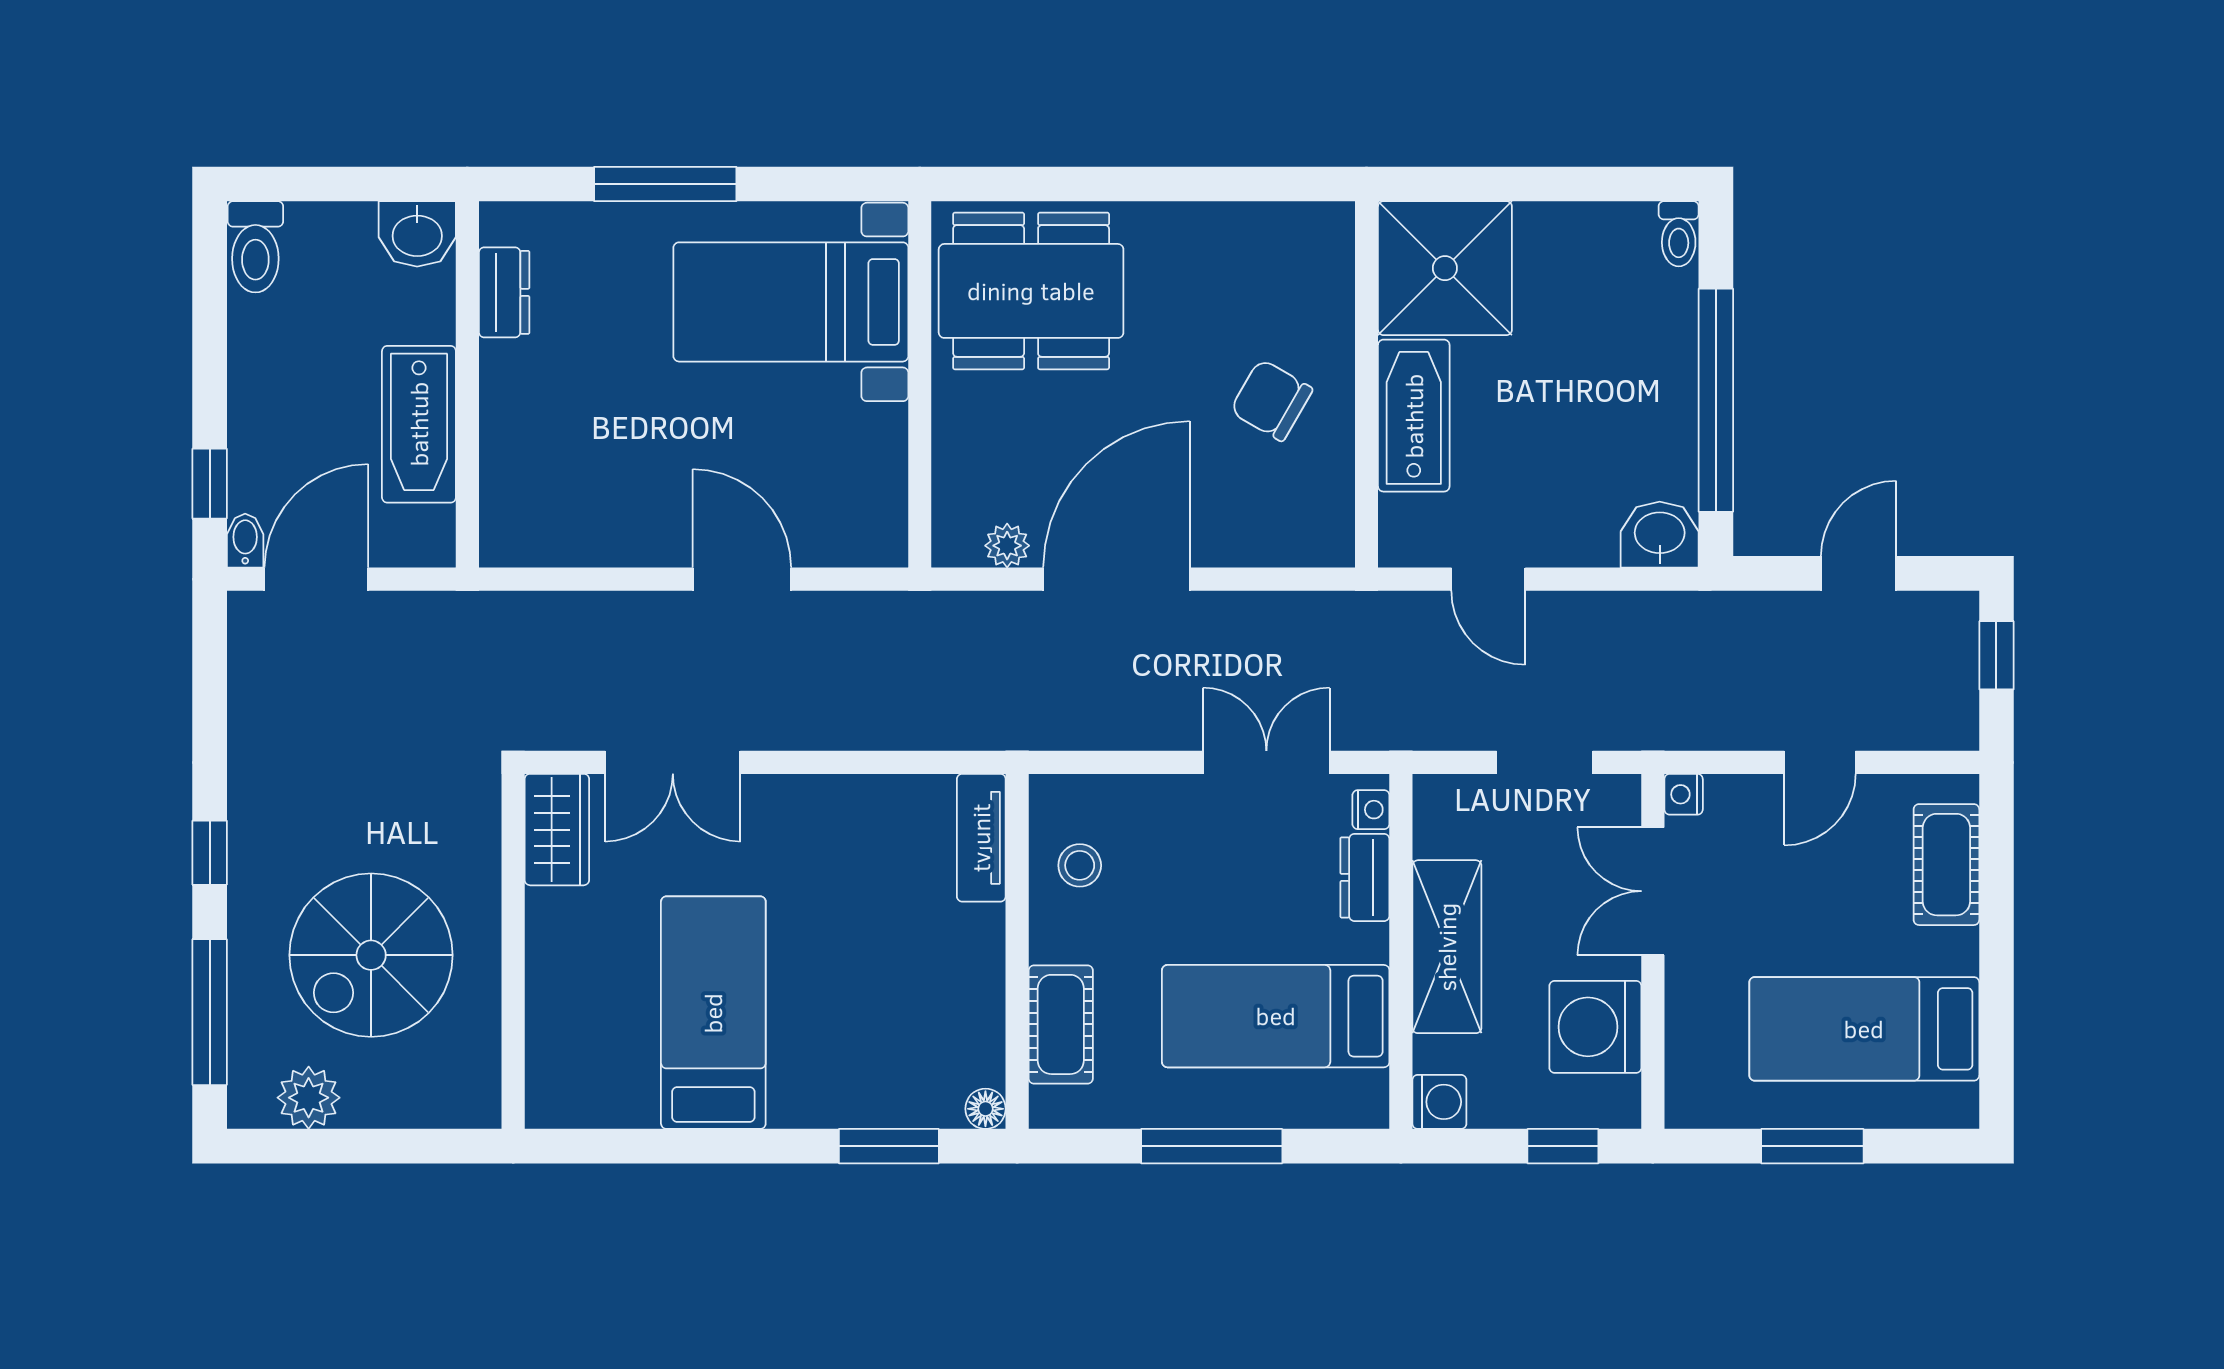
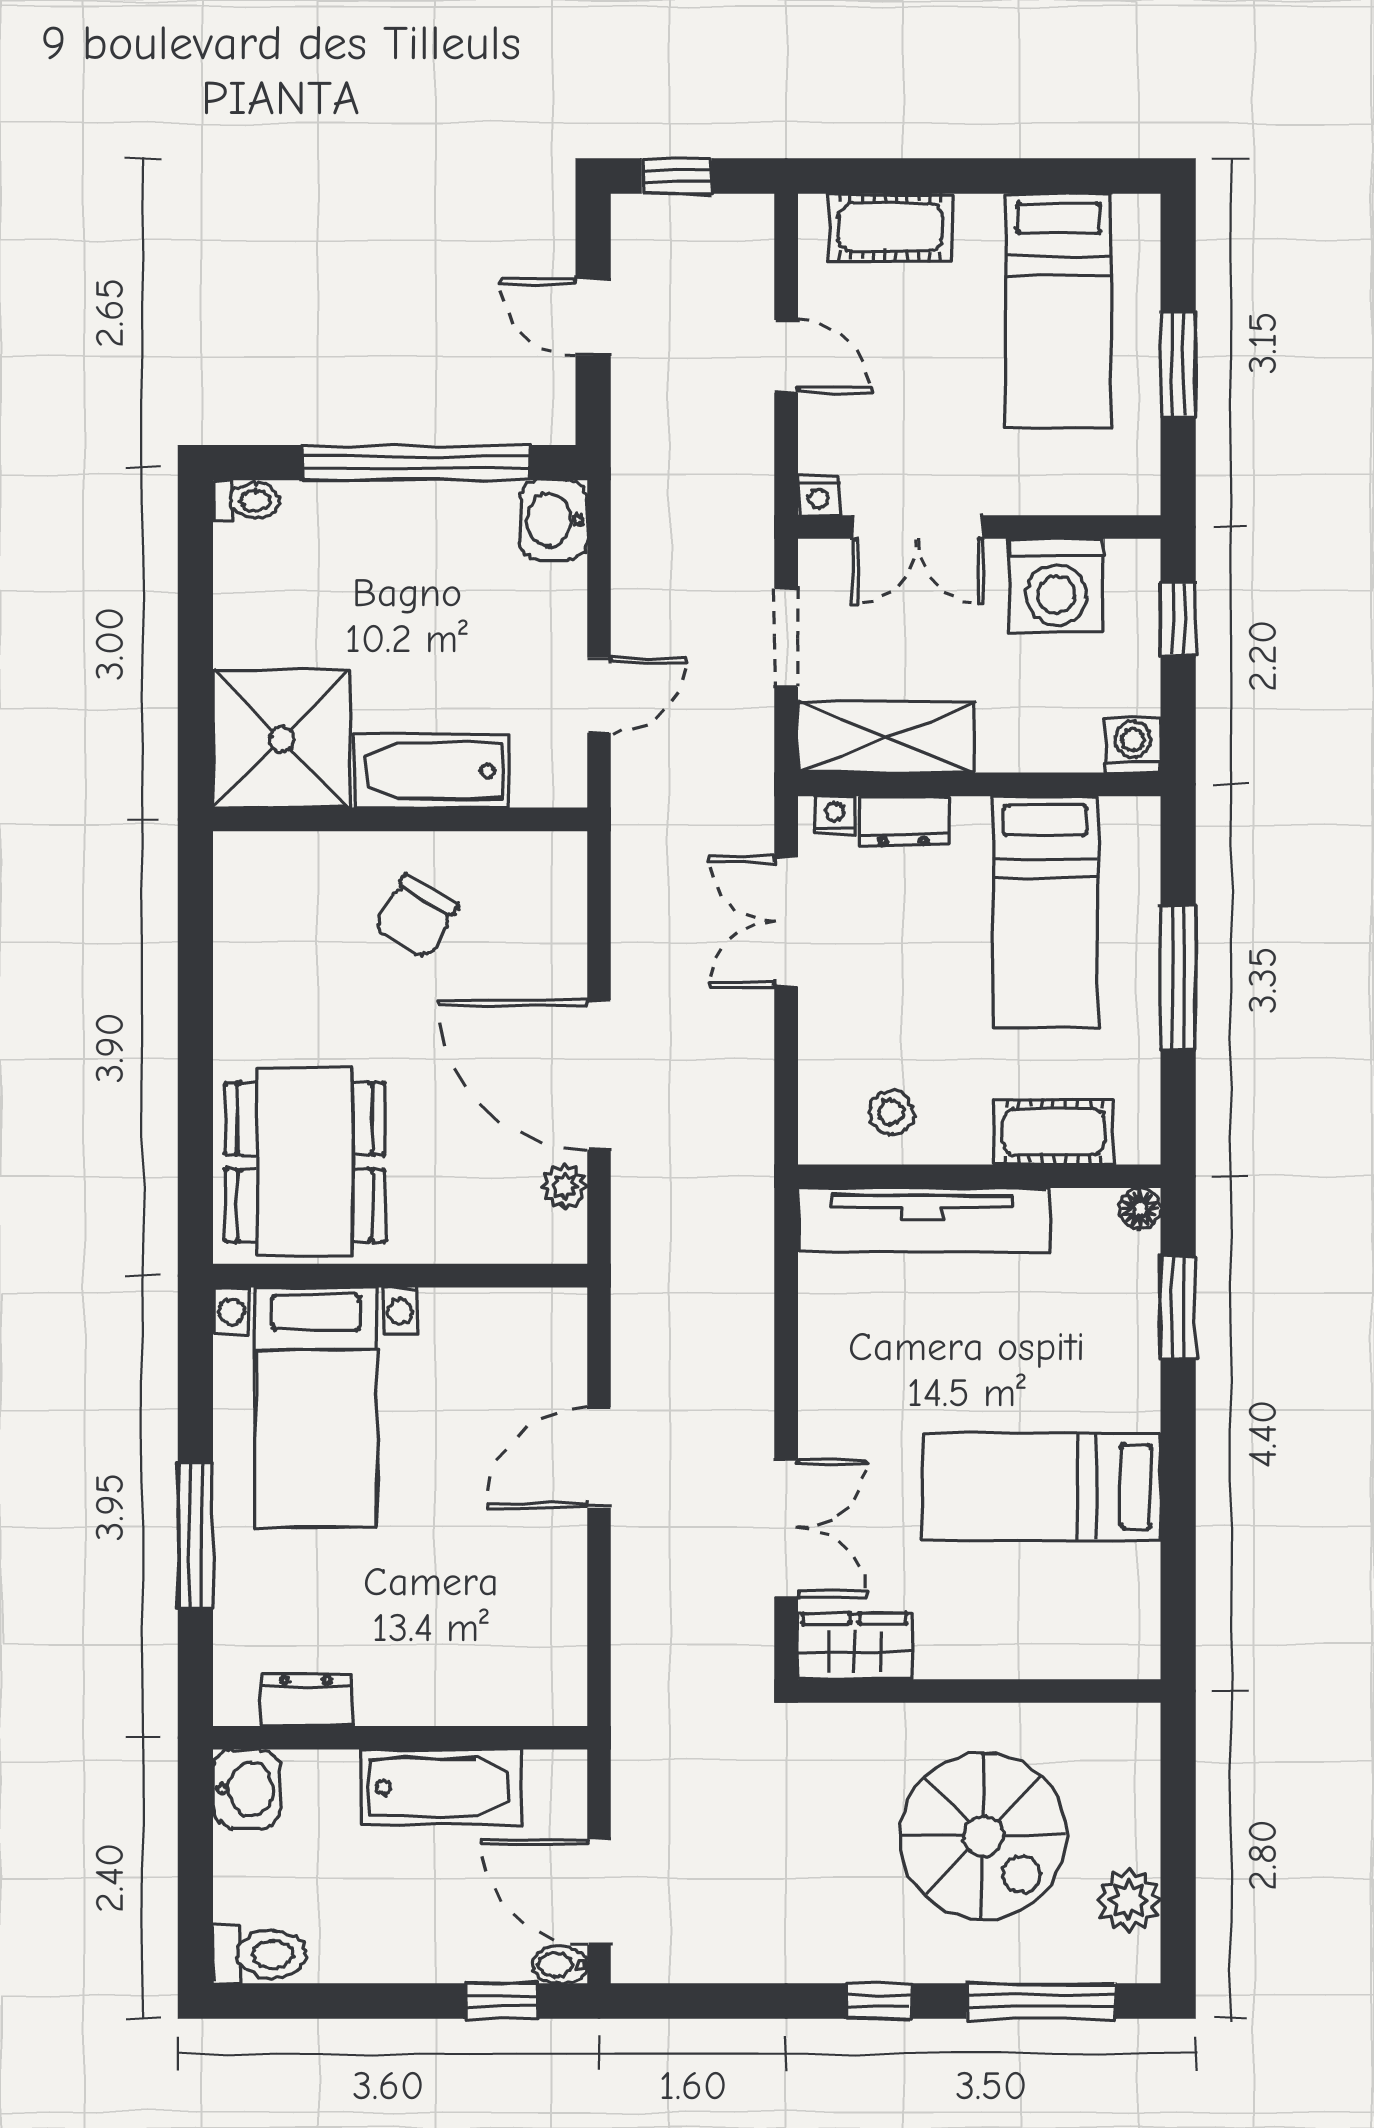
tv unit: (981, 838) -> (923, 1220), width x1.92, depth x1.29
shelving: (1447, 947) -> (886, 737), moved

